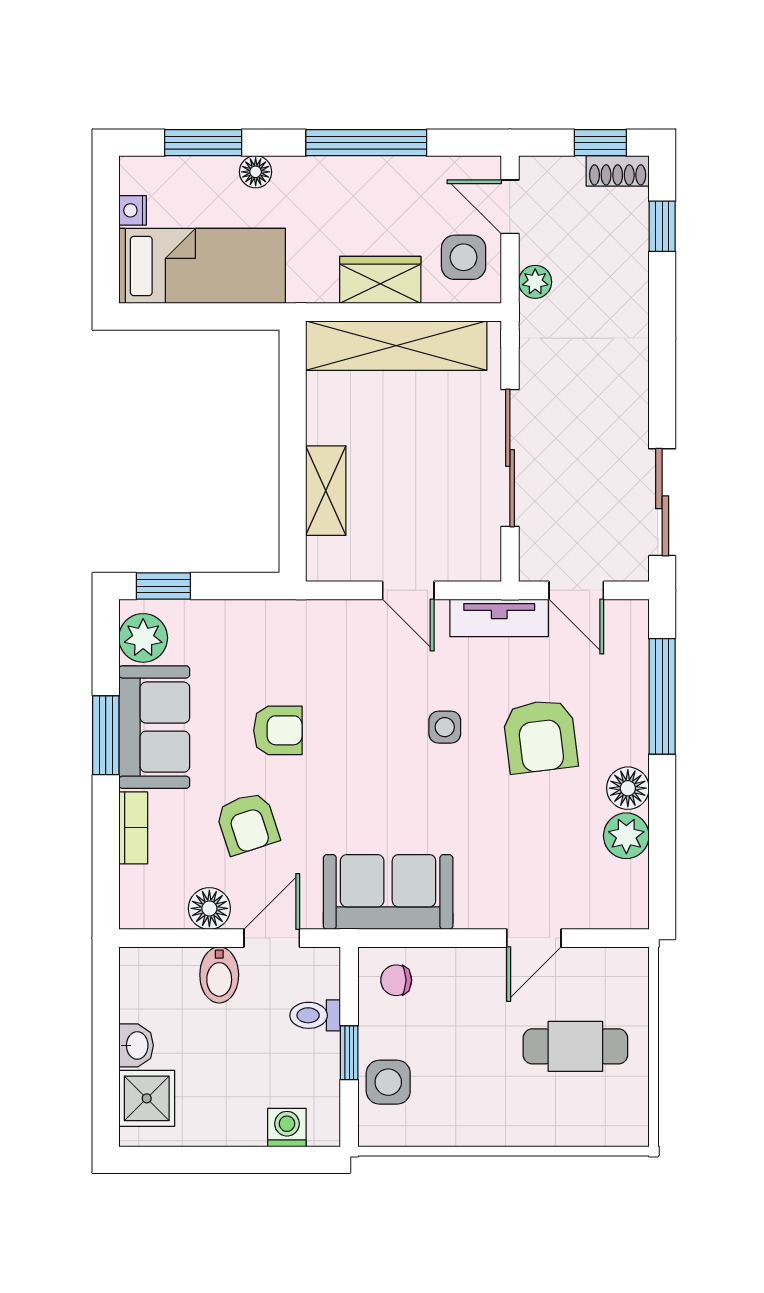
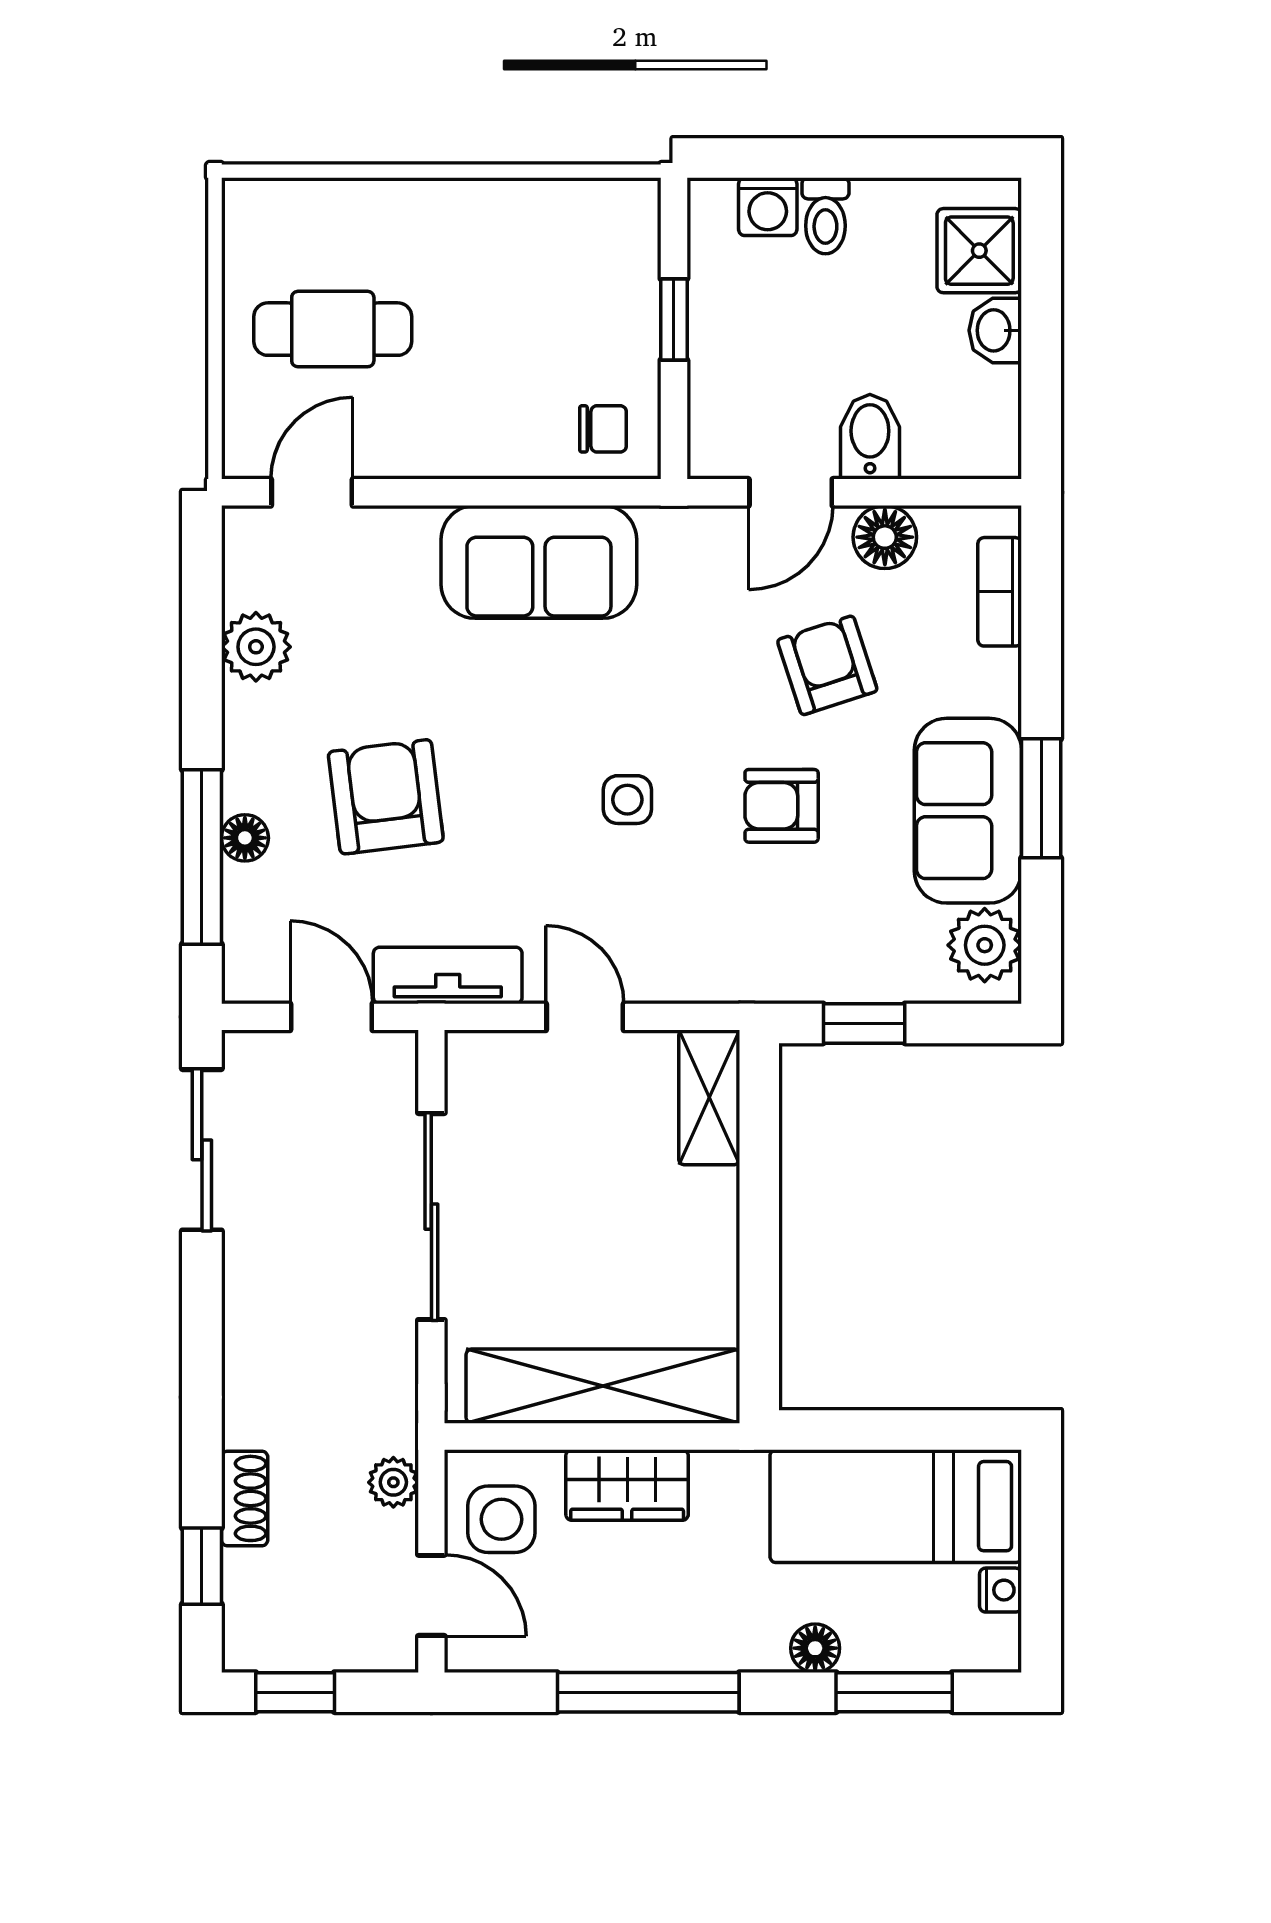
shoe rack: (618, 171) -> (245, 1498), moved, turned 90
shelving: (326, 491) -> (709, 1097), moved
window: (163, 586) -> (864, 1023), moved
side table: (445, 727) -> (627, 800), moved
floor lamp: (628, 788) -> (245, 838), moved, width x0.73, depth x0.73
bookcase: (133, 828) -> (1000, 592), moved
sofa: (388, 892) -> (539, 562), moved
door: (534, 938) -> (312, 492), moved
toilet: (315, 1015) -> (825, 216), moved, turned 90
side table: (388, 1082) -> (615, 275), removed

